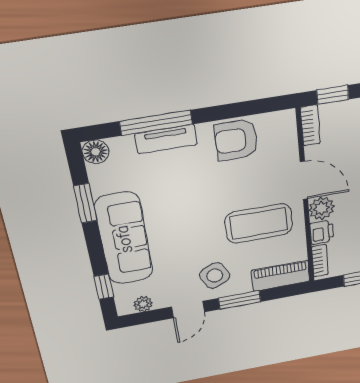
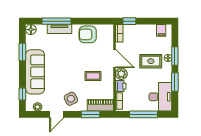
coffee table: (259, 223) -> (93, 76), width x0.54, depth x0.58
window: (240, 300) -> (91, 114), moved

